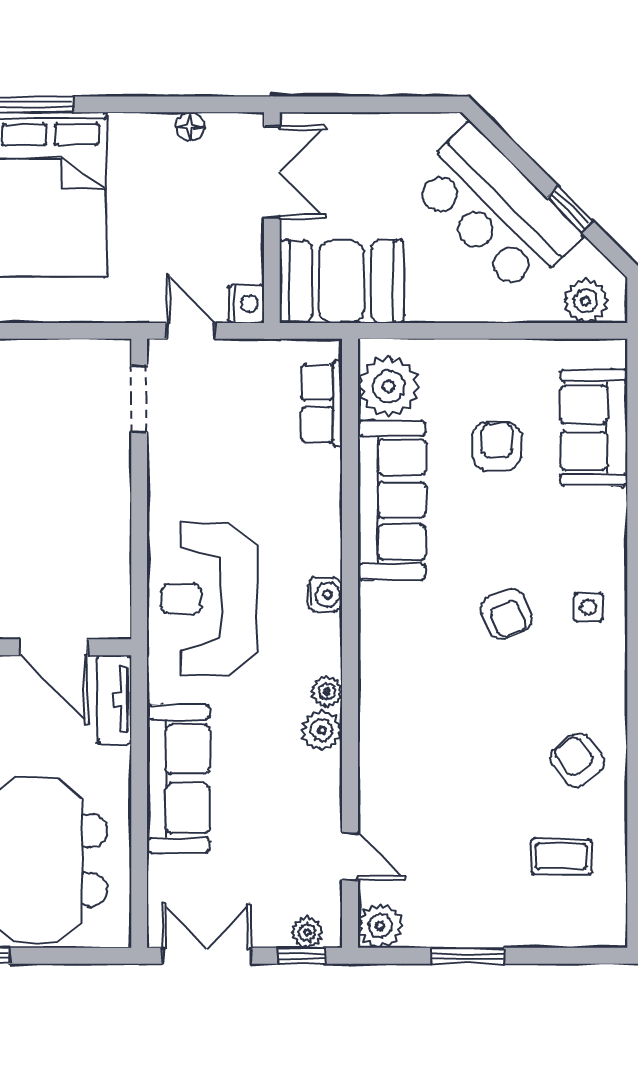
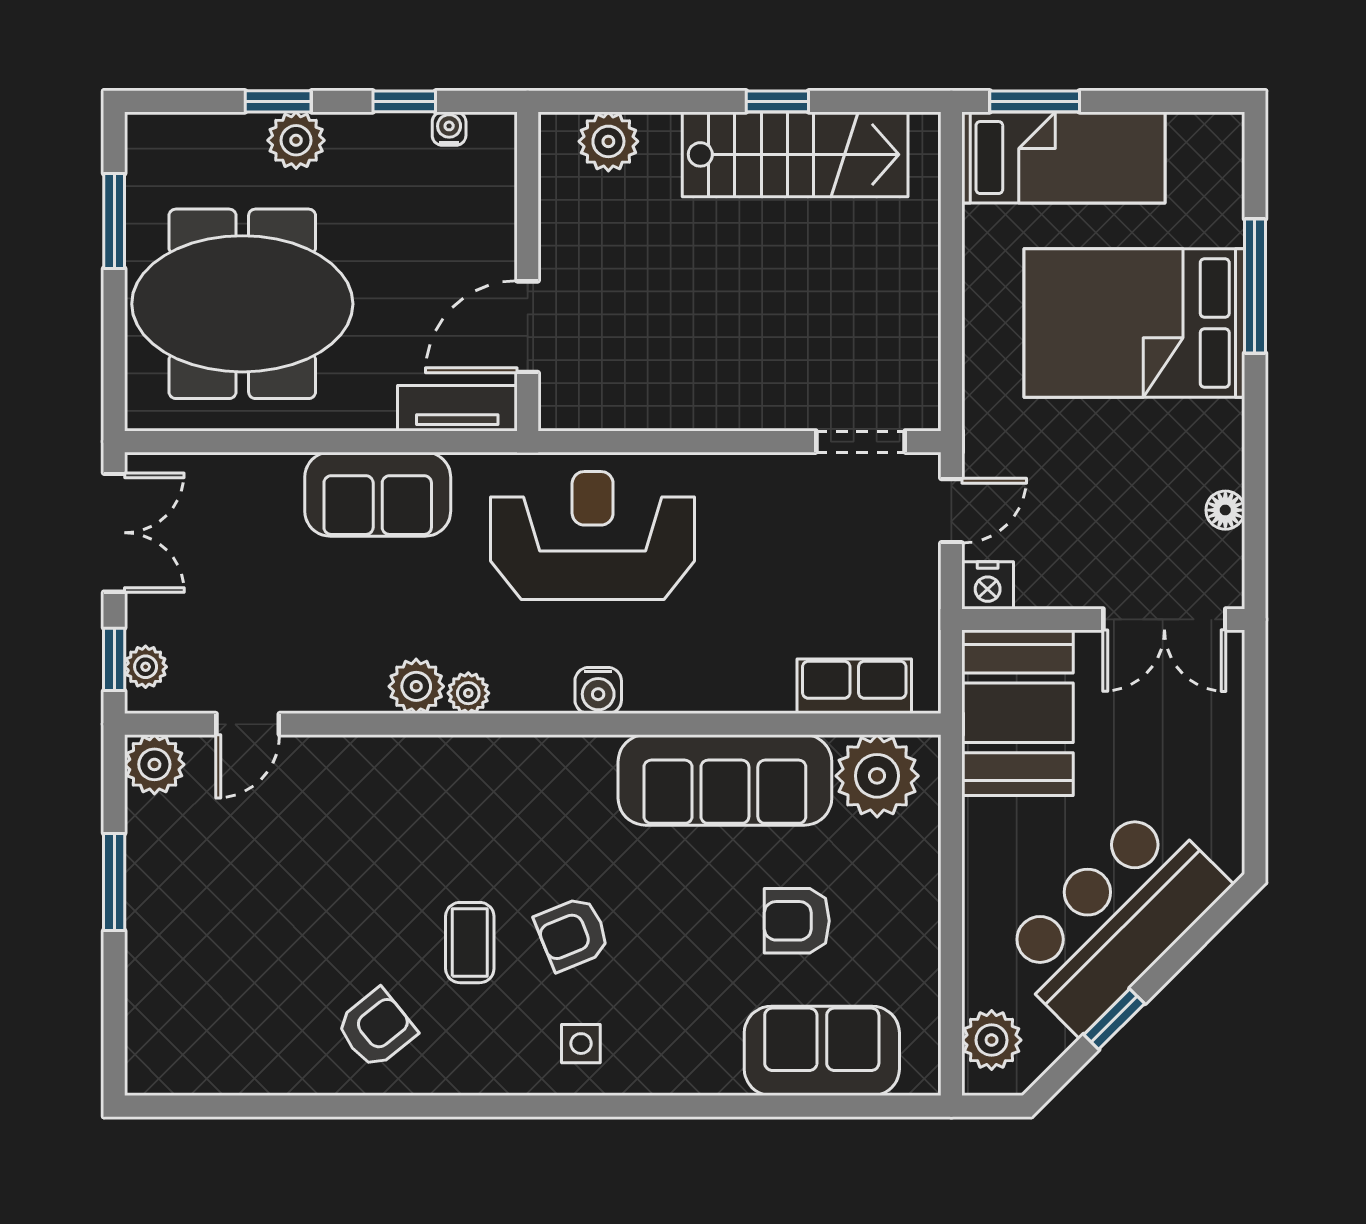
armchair: (497, 446) -> (797, 921), turned 180
sofa: (178, 779) -> (378, 494), width x0.73
coffee table: (561, 856) -> (470, 943), moved

